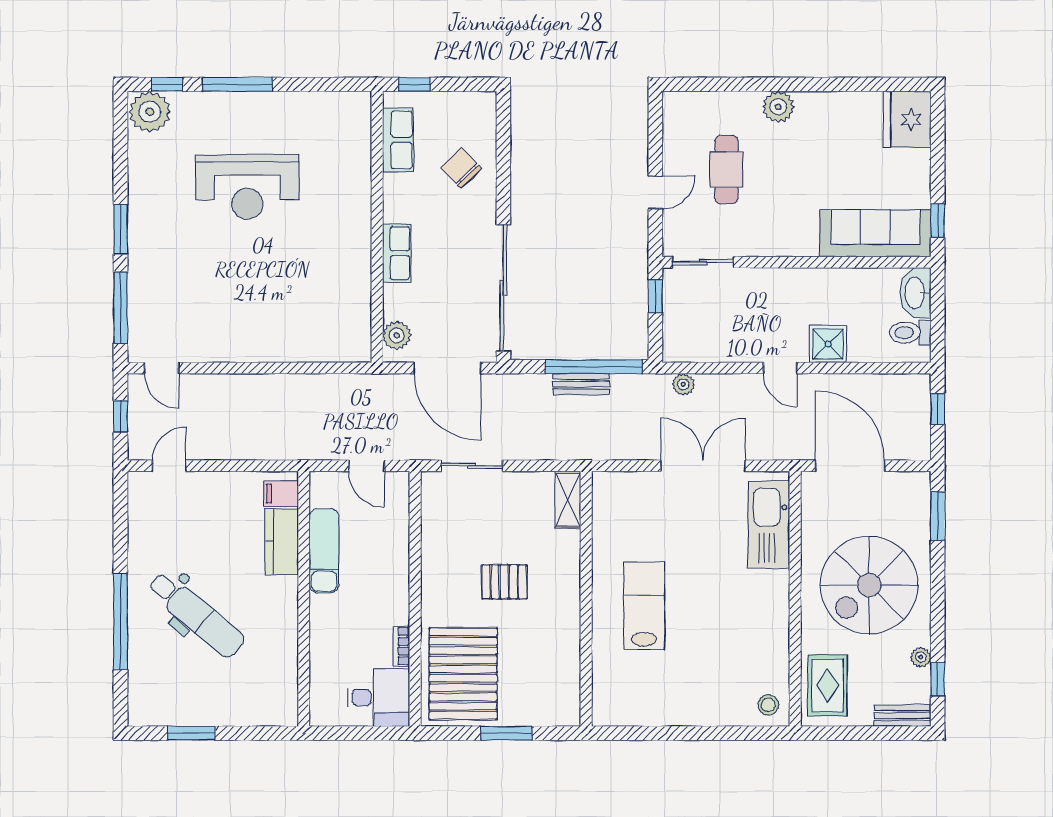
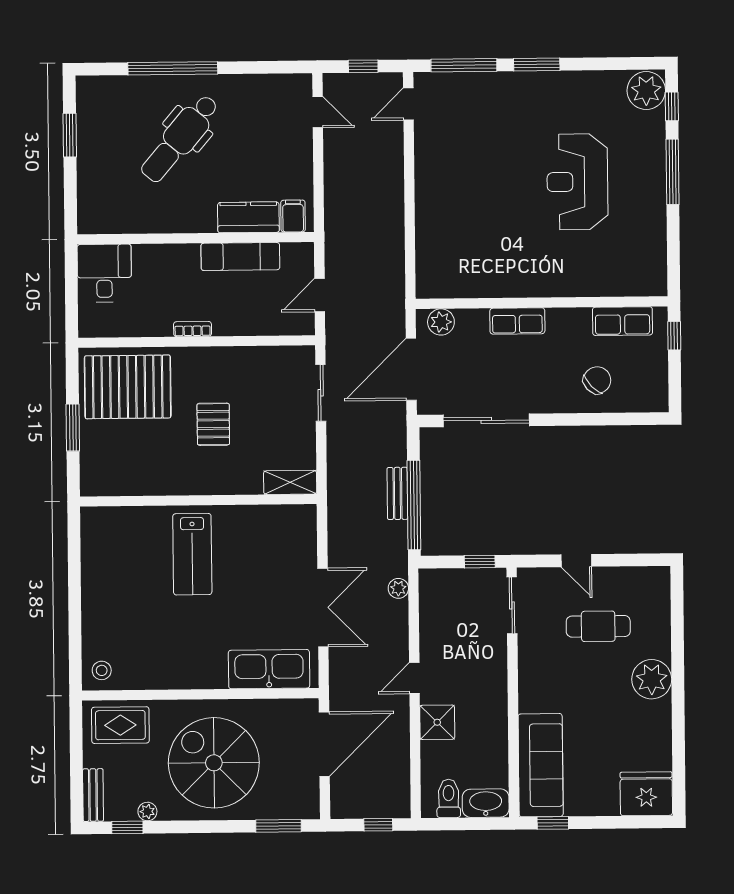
plant: (778, 107) -> (652, 679), width x1.36, depth x1.36
sliding door: (503, 288) -> (486, 420), width x0.73
lab bench: (644, 606) -> (192, 554), turned 90
bookcase: (402, 646) -> (193, 329), moved
desk: (378, 698) -> (104, 273), moved, turned 180

